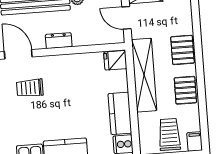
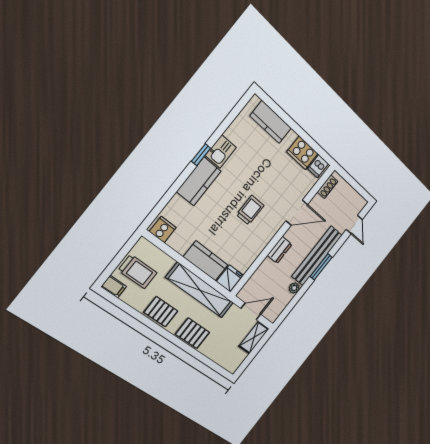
trolley: (30, 88) -> (250, 210), moved
kitchen counter: (120, 113) -> (206, 261), moved

